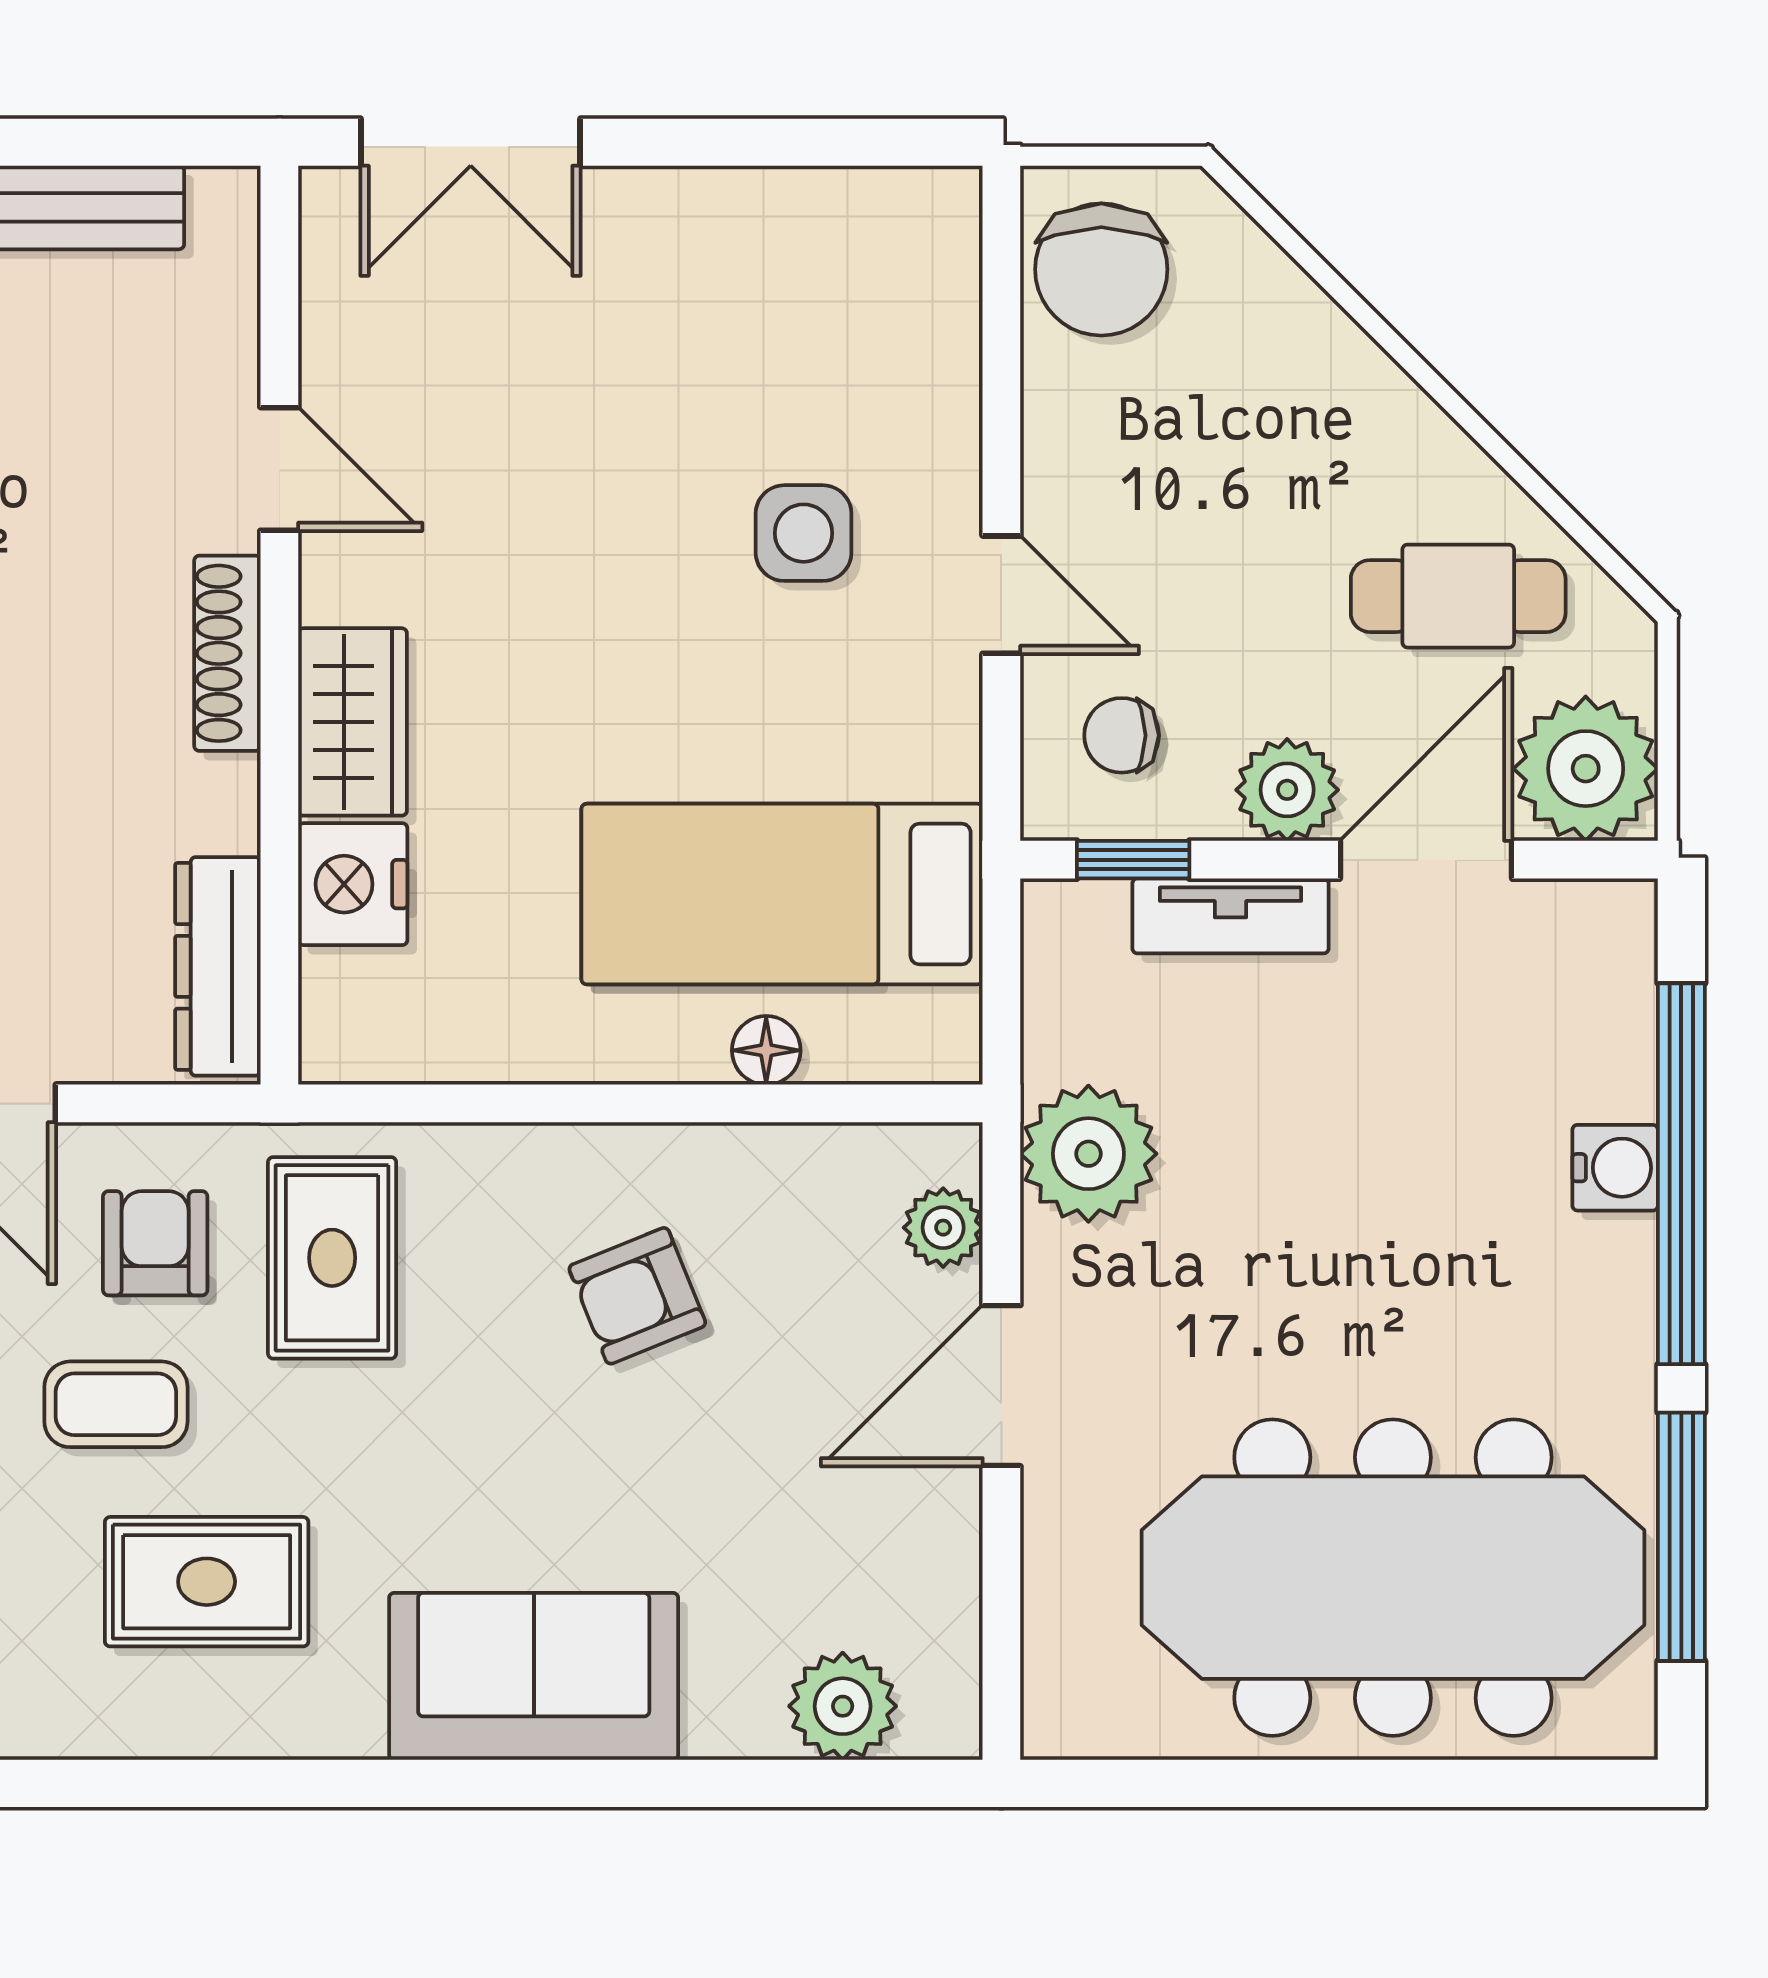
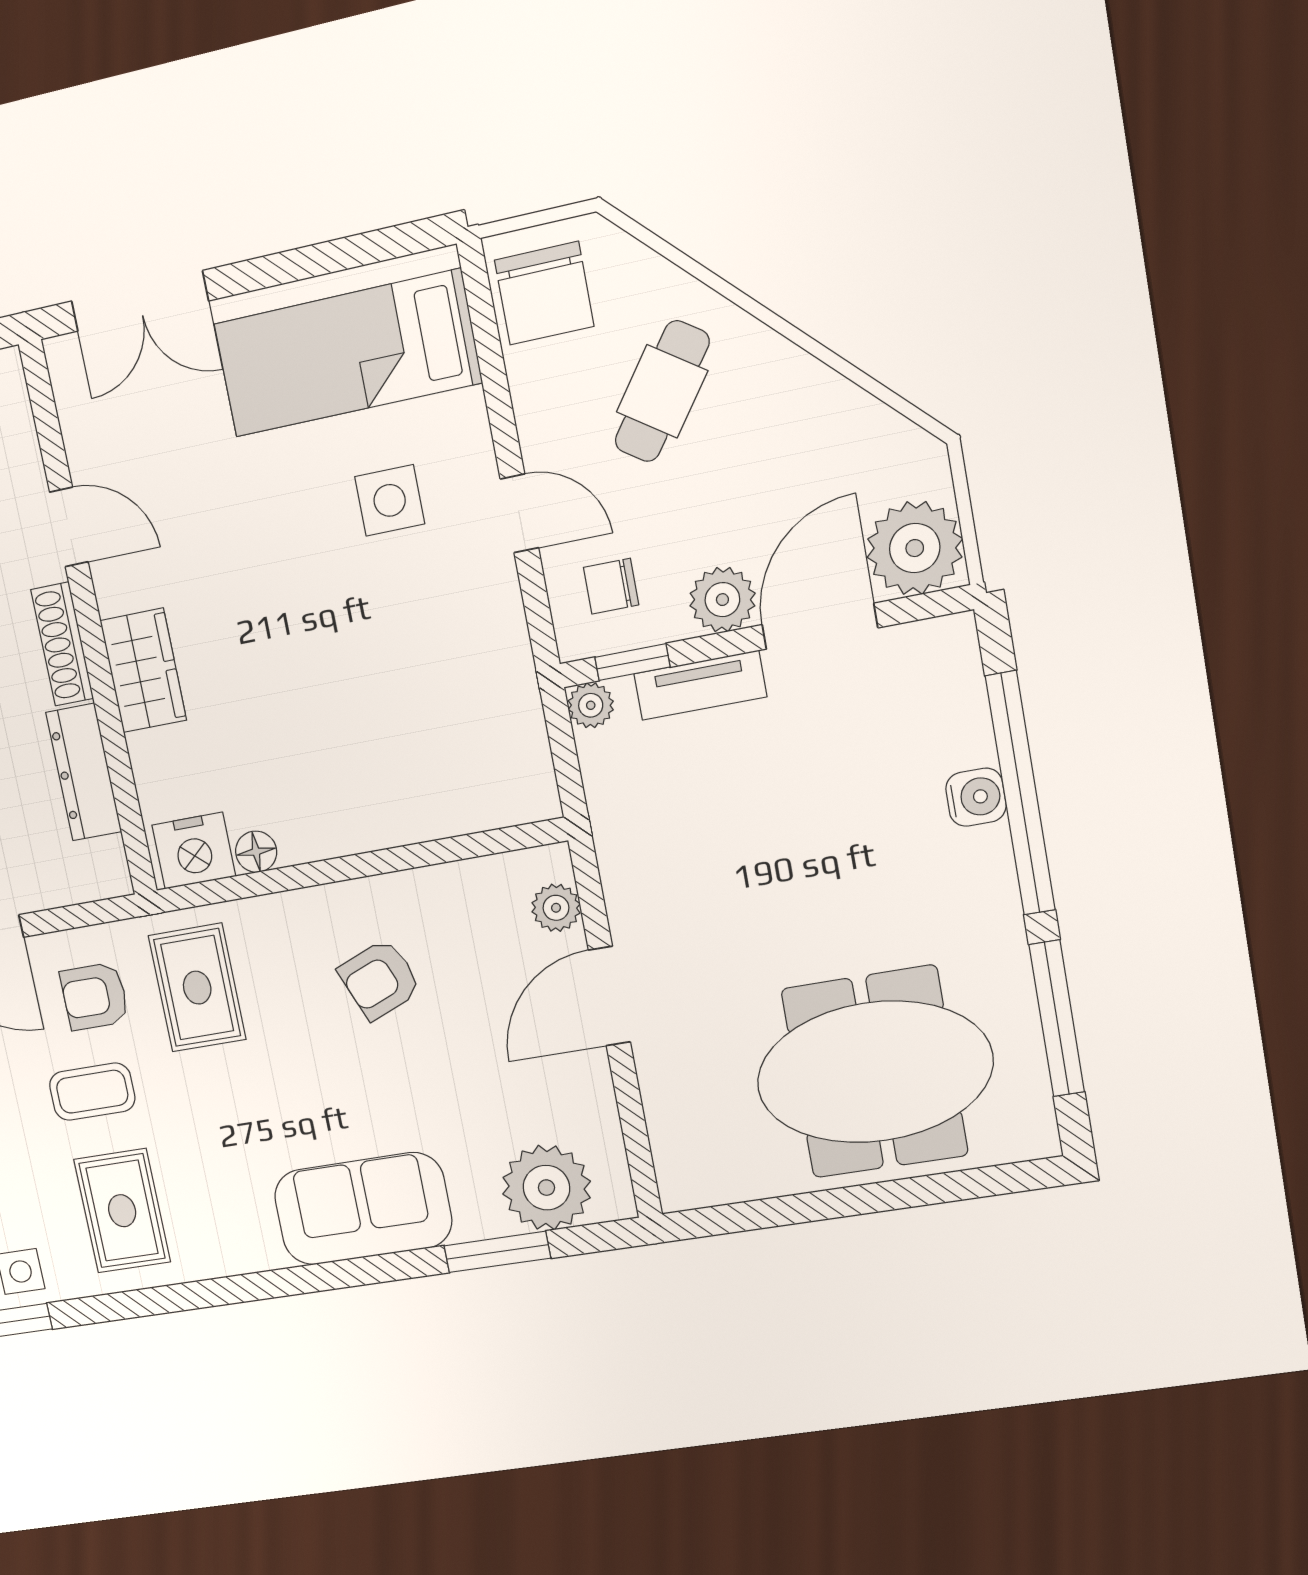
cafe table: (1458, 596) -> (662, 391), moved, turned -55
nightstand: (353, 884) -> (194, 851), moved, turned -90
bed: (782, 894) -> (347, 353), moved
dresser: (218, 966) -> (84, 772), moved
floor lamp: (766, 1050) -> (256, 852), moved
plant: (1088, 1154) -> (591, 705), moved, width x0.53, depth x0.53
armchair: (155, 1243) -> (95, 996), turned -90
meeting table: (1393, 1578) -> (875, 1072), width x0.73
rug: (207, 1582) -> (122, 1211), moved, turned 90
plant: (843, 1706) -> (546, 1188), width x1.36, depth x1.36
window: (742, 1783) -> (497, 1252), added

